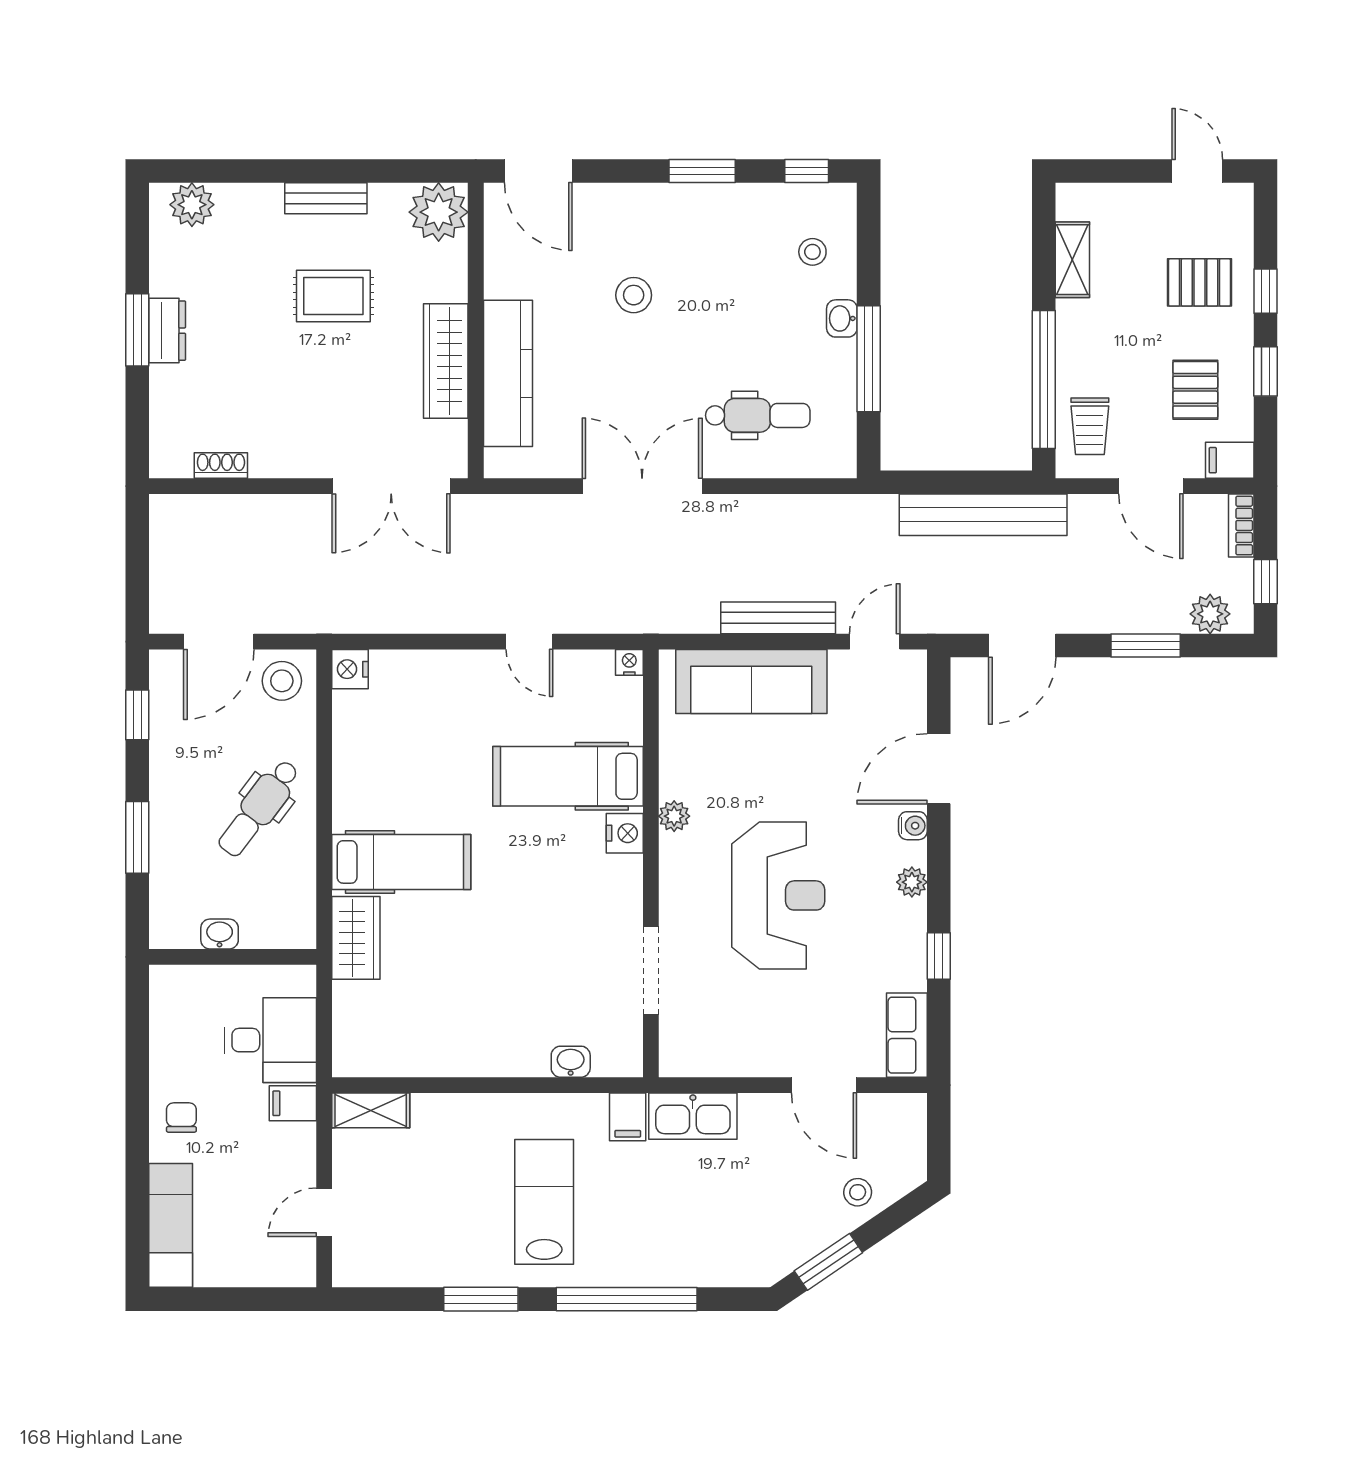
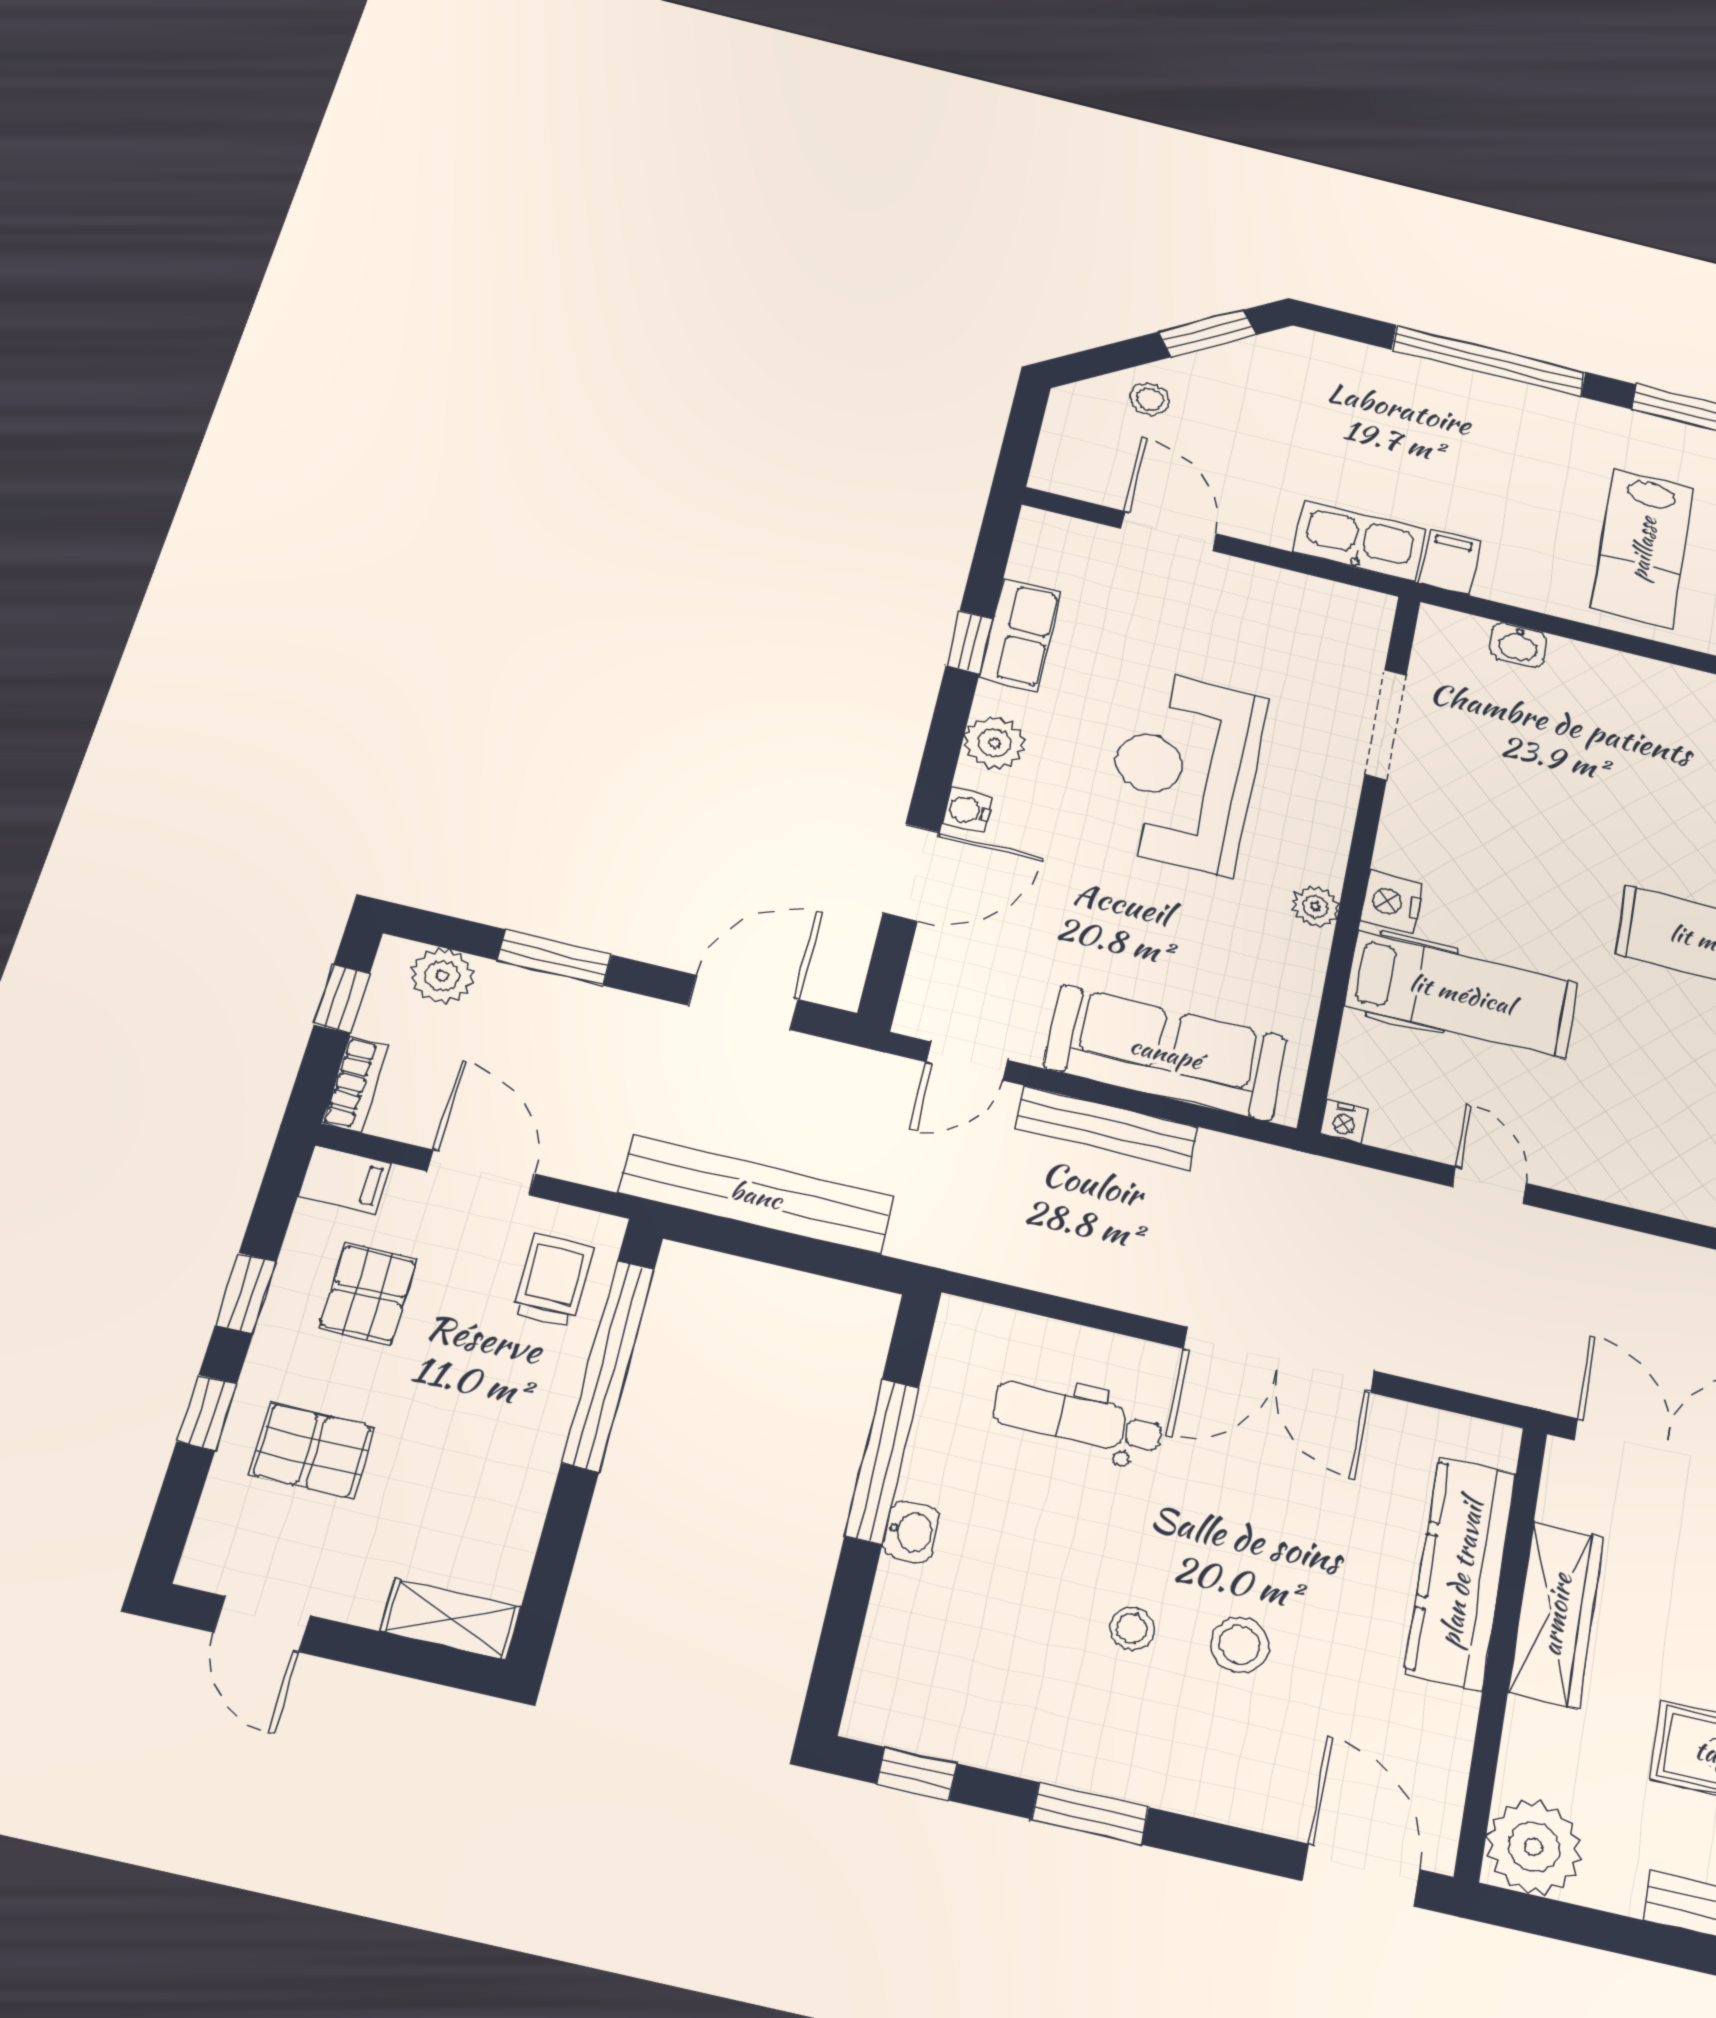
stool: (812, 252) -> (1132, 1629), moved
shelving: (1072, 260) -> (450, 1619), moved, turned 90
plant: (912, 882) -> (994, 743), width x1.38, depth x1.38
row of seats: (907, 1035) -> (1020, 634), moved
lab bench: (544, 1202) -> (1643, 548), moved

